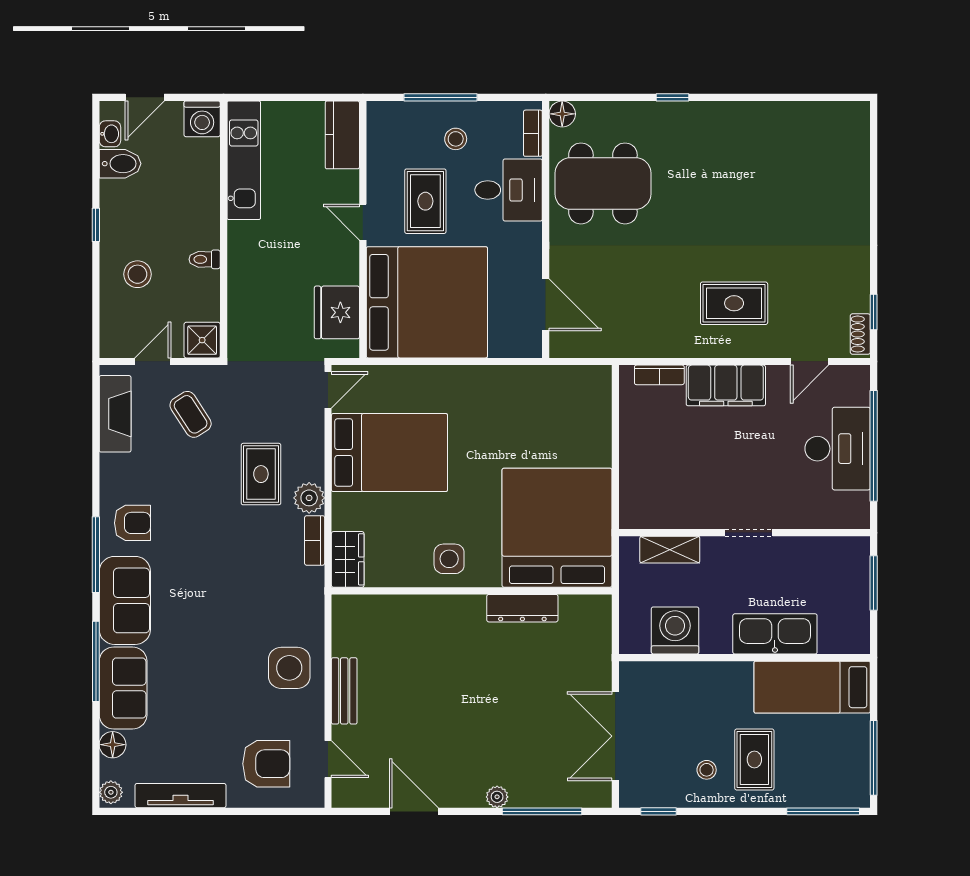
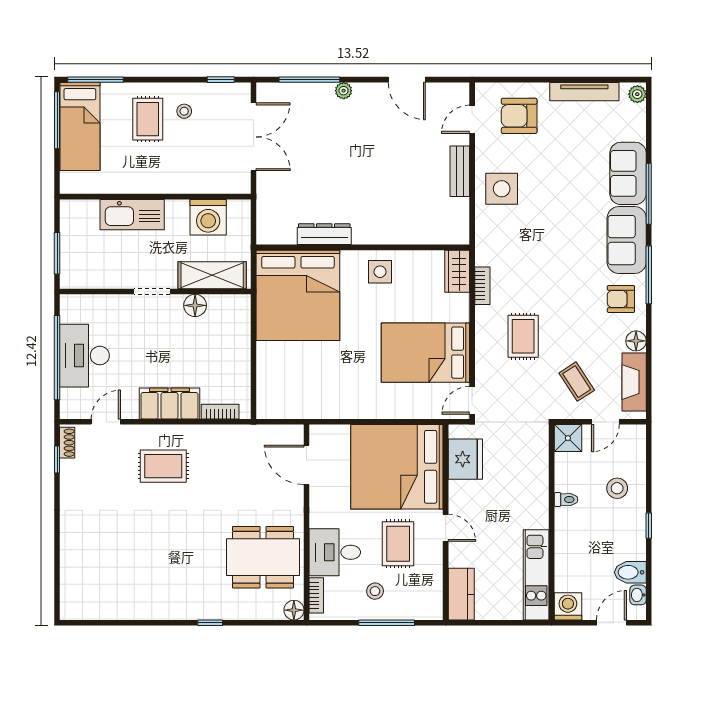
plant: (309, 498) -> (487, 318), removed
floor lamp: (692, 514) -> (195, 305), added
shelving: (670, 550) -> (212, 275), width x1.50, depth x1.33
bed: (812, 687) -> (80, 126), moved, turned 90
floor lamp: (113, 745) -> (636, 341), moved
door: (328, 759) -> (472, 119), hinge flipped

